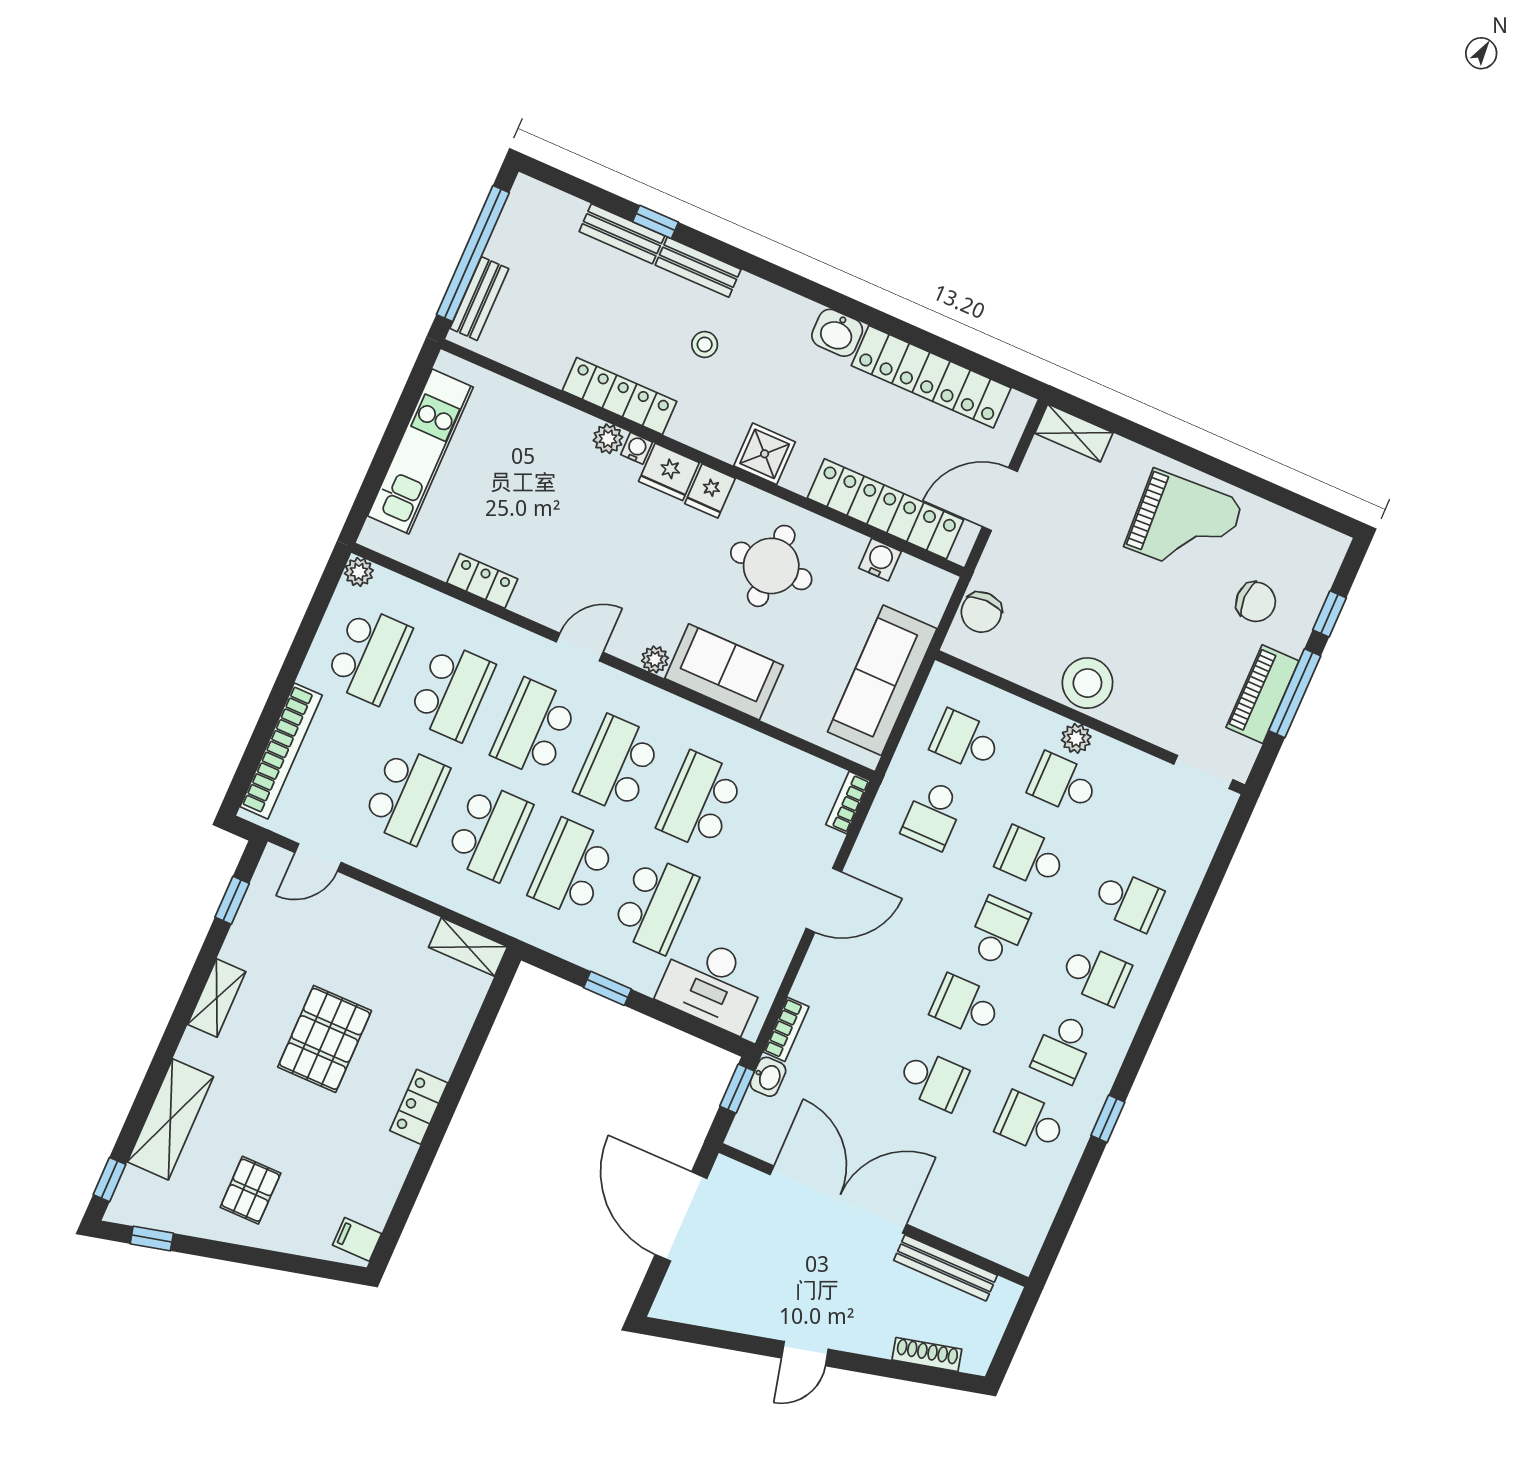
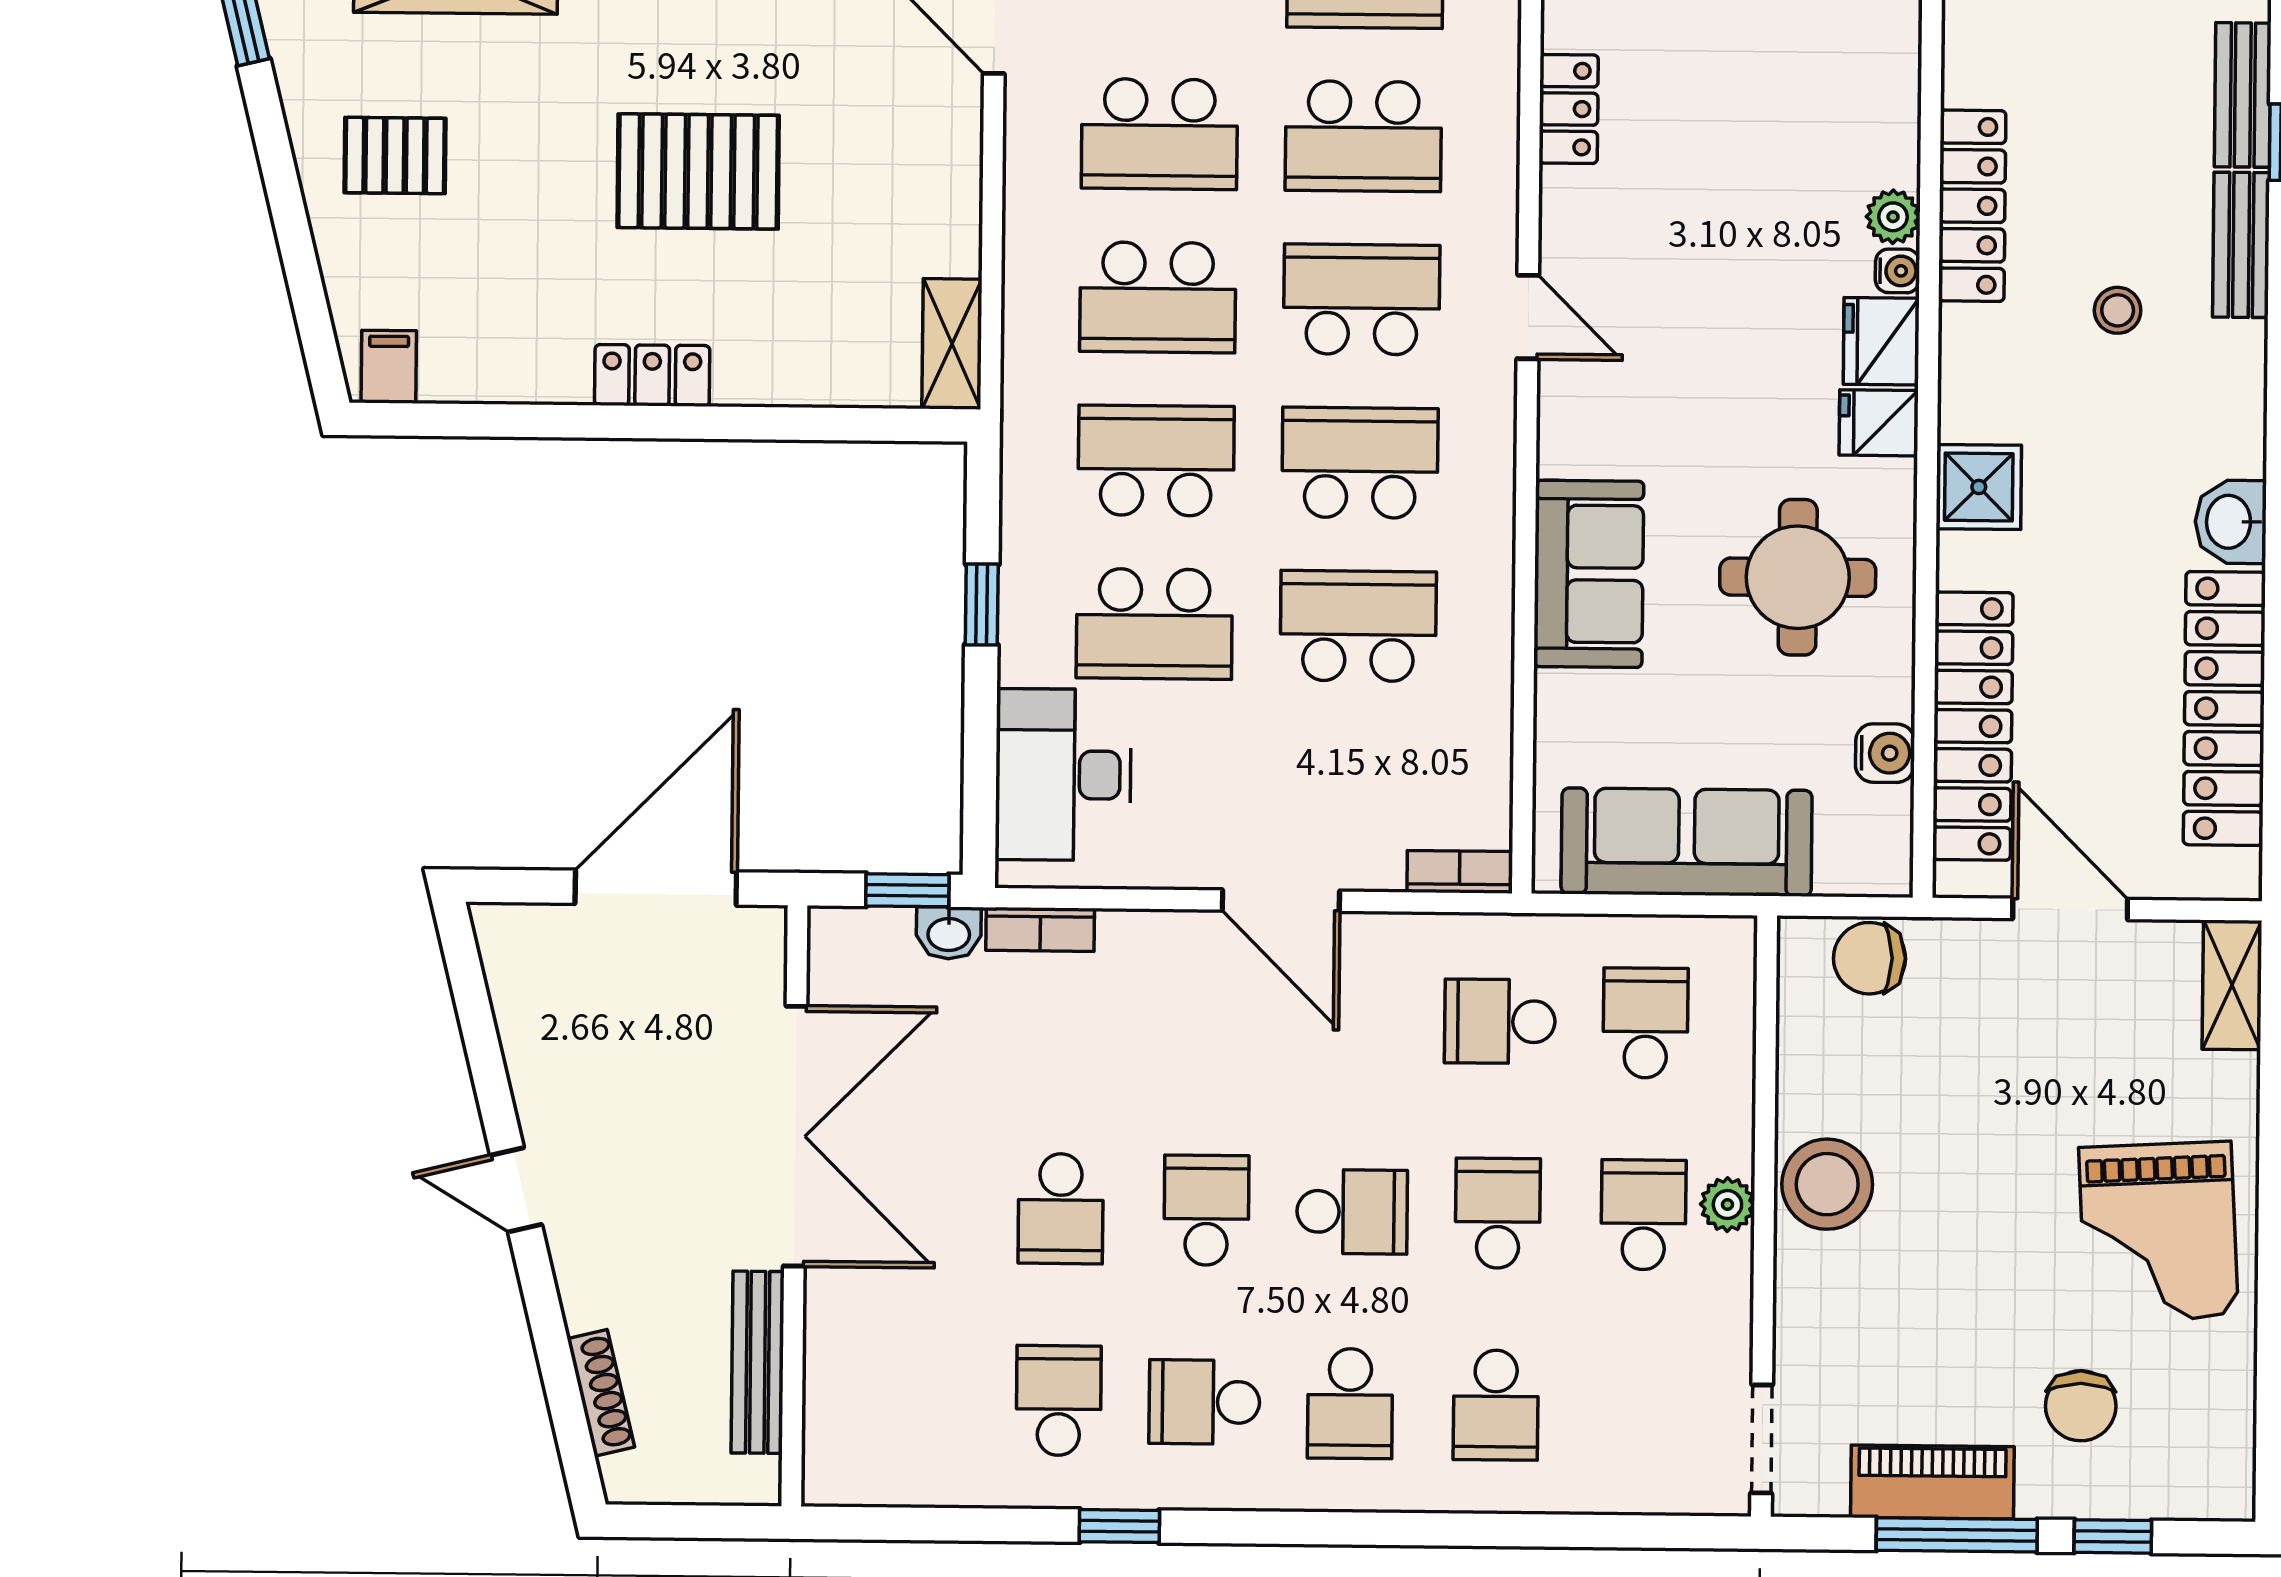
plant: (655, 659) -> (1561, 451), removed

